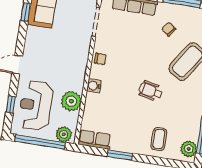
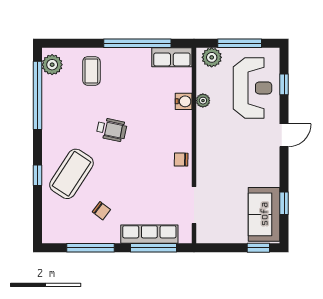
water cooler: (94, 86) -> (184, 101), moved
plant: (71, 101) -> (203, 101), width x0.53, depth x0.53
window: (40, 142) -> (240, 43), width x0.68
window: (120, 155) -> (137, 43), width x2.11

